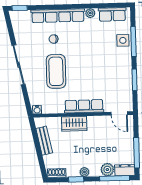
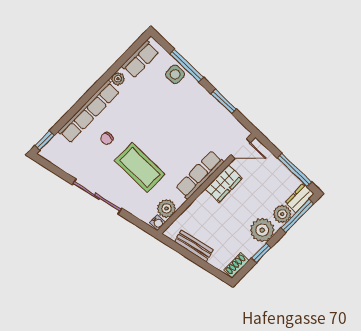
plant: (49, 107) -> (166, 208), added
wardrobe: (74, 124) -> (224, 184), moved
plant: (84, 172) -> (262, 230), width x1.87, depth x1.87

